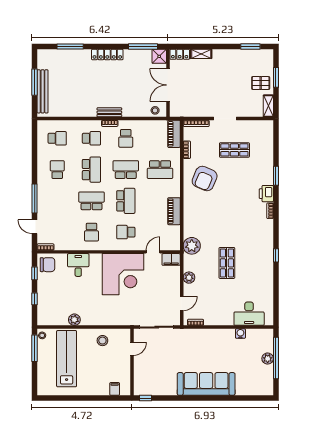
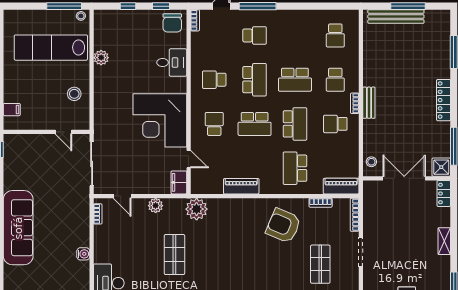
shelving: (201, 54) -> (444, 241), moved
school desk: (57, 170) -> (255, 35), moved
shop shelf: (227, 263) -> (174, 255), turned 90
water cooler: (240, 334) -> (83, 254), moved
lab bench: (67, 359) -> (51, 48), turned 180

